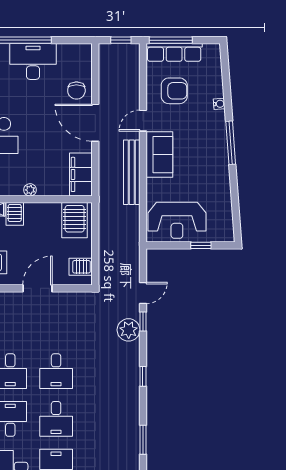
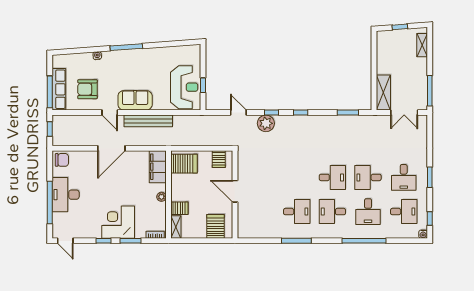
chair: (76, 91) -> (62, 160), moved
armchair: (174, 91) -> (87, 89), turned -90
filing cabinet: (81, 174) -> (158, 167), moved, turned 90
window: (201, 245) -> (203, 85), moved
window: (143, 322) -> (272, 113), moved
desk: (56, 371) -> (297, 177), removed

